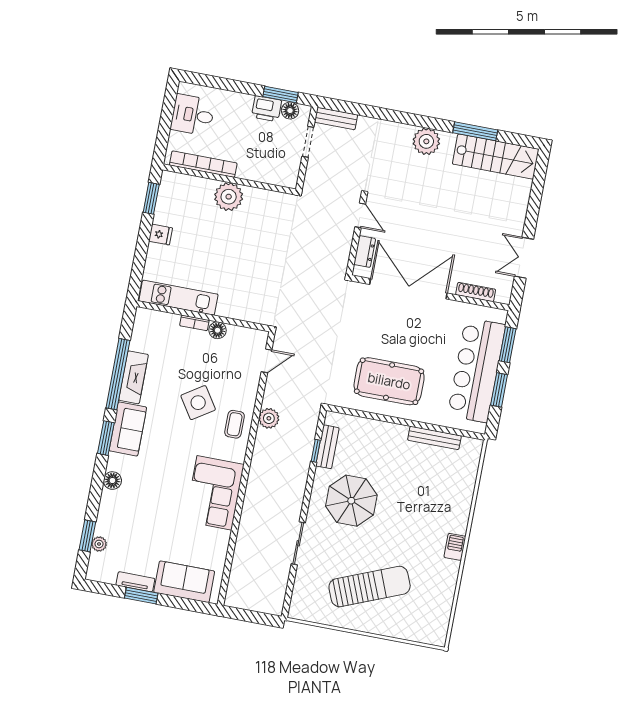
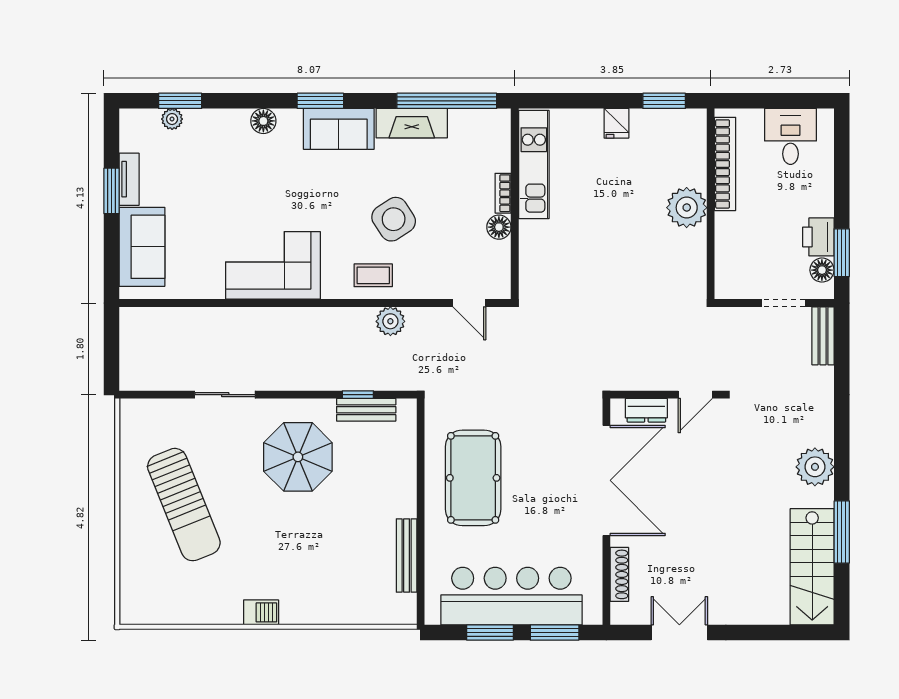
window: (118, 374) -> (447, 101), moved

